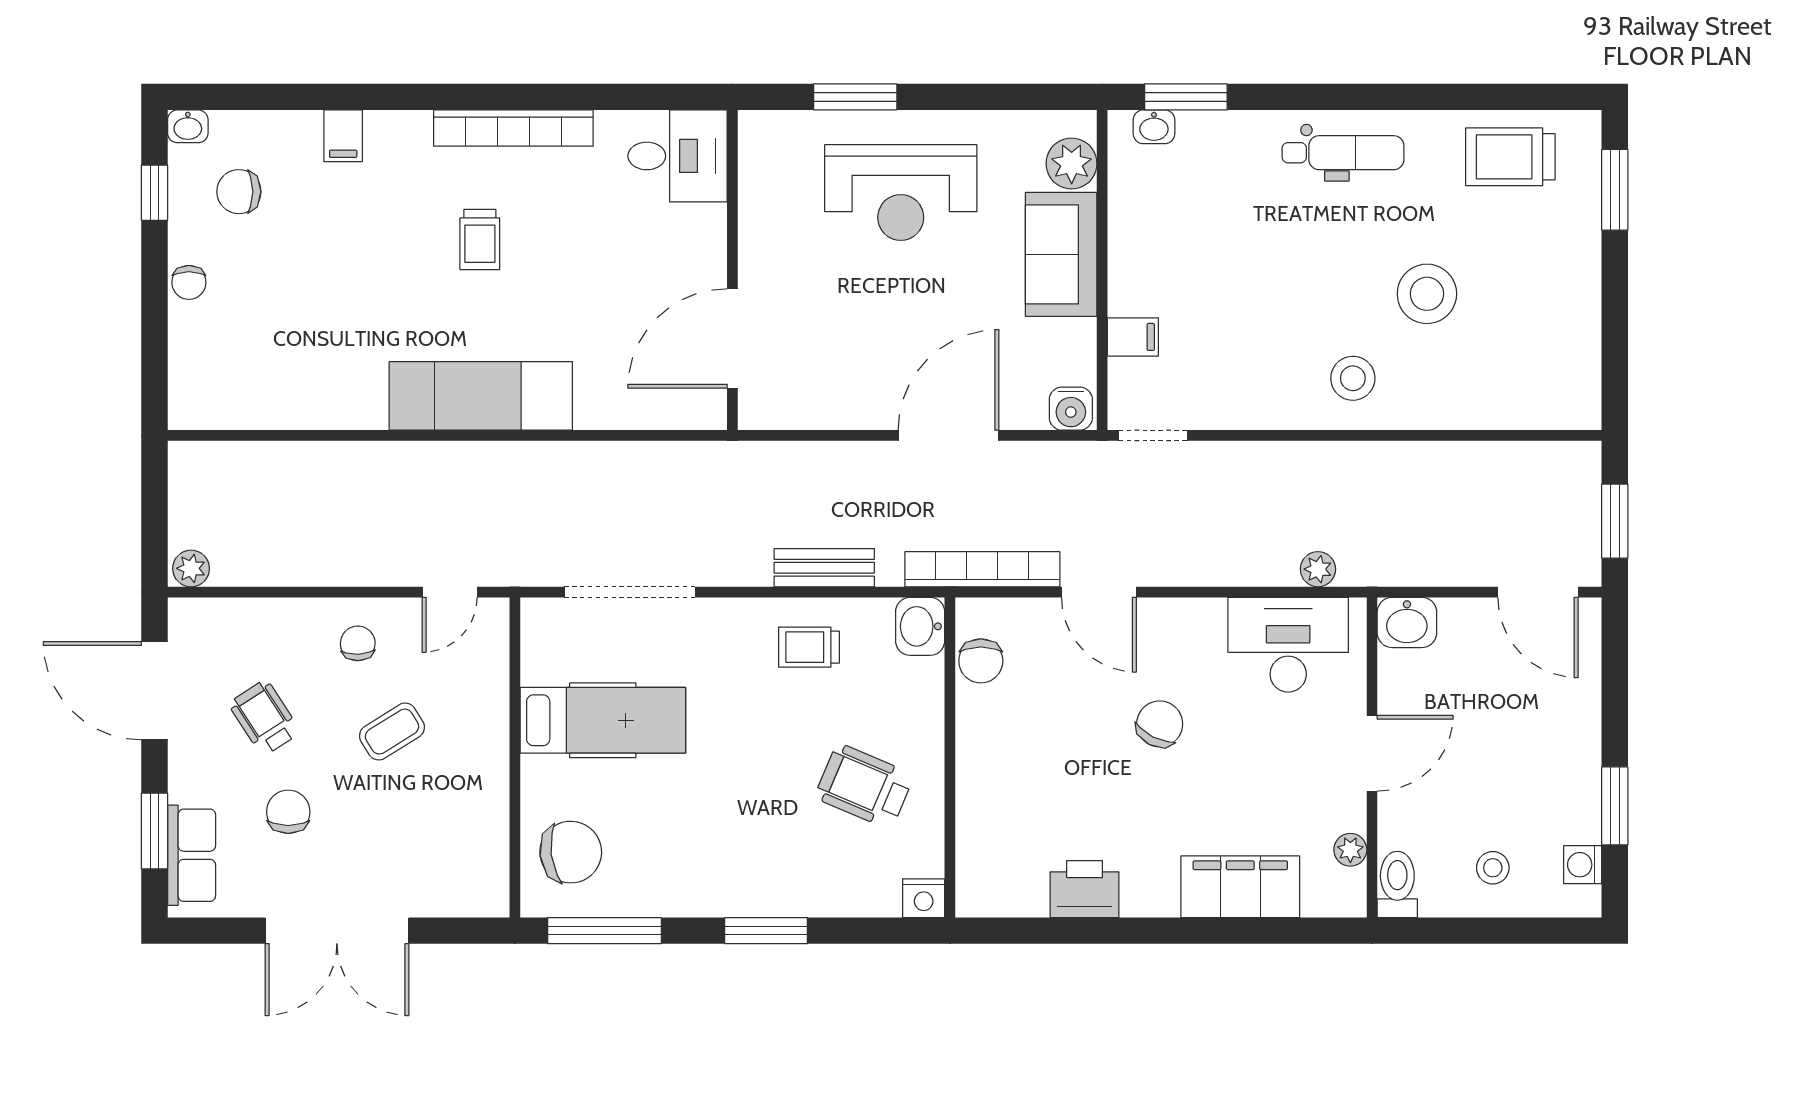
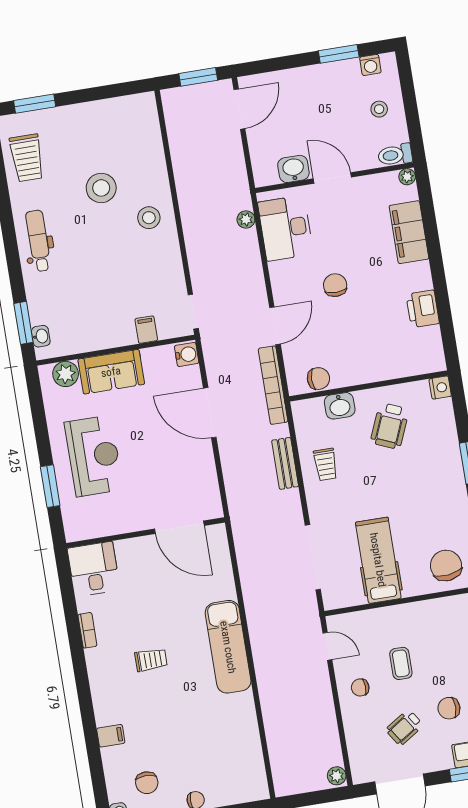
bookcase: (513, 128) -> (87, 630), width x0.43, depth x0.76
washbasin: (1407, 622) -> (293, 169), moved, turned -90
washbasin: (920, 626) -> (340, 406), moved
chair: (1160, 724) -> (335, 285), turned 63
coffee table: (392, 732) -> (401, 663), turned 32
plant: (1350, 850) -> (407, 177), moved

